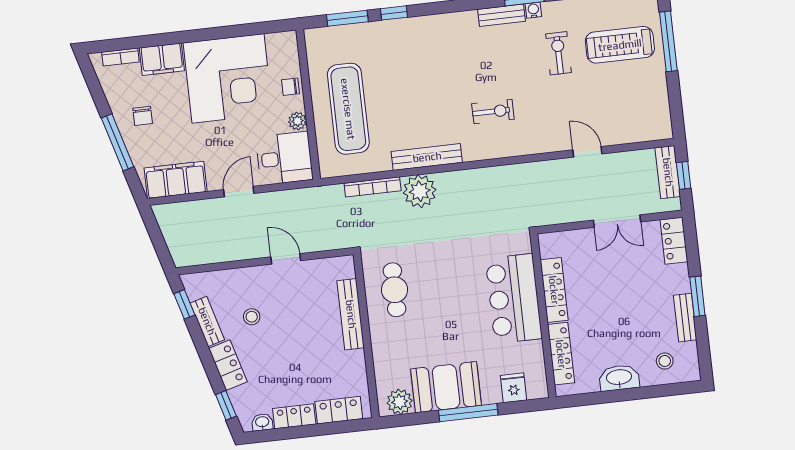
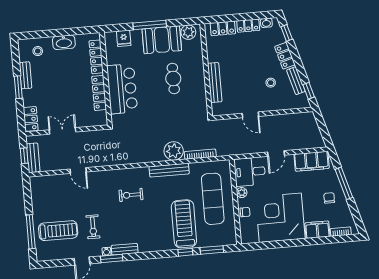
treadmill: (398, 63) -> (184, 224), added
cafe table: (395, 290) -> (173, 78), moved

